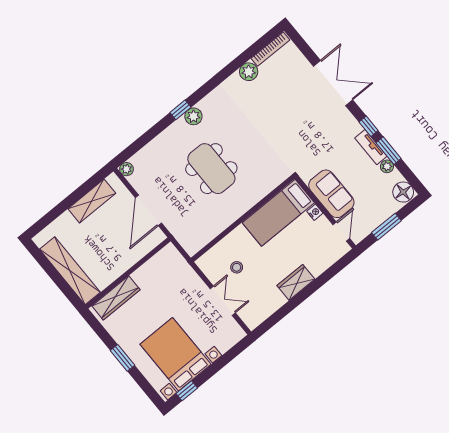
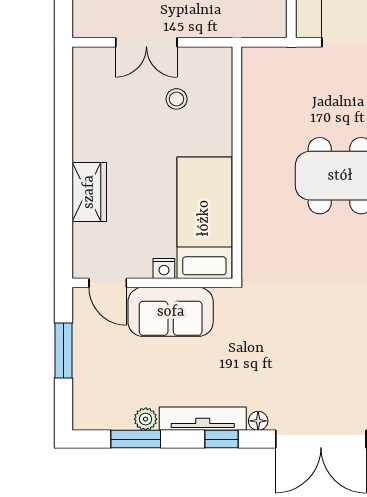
tv unit: (371, 147) -> (203, 419), width x1.41
window: (389, 151) -> (136, 439), moved
floor lamp: (403, 192) -> (258, 421), moved, width x0.53, depth x0.53
wardrobe: (296, 282) -> (89, 192), moved

